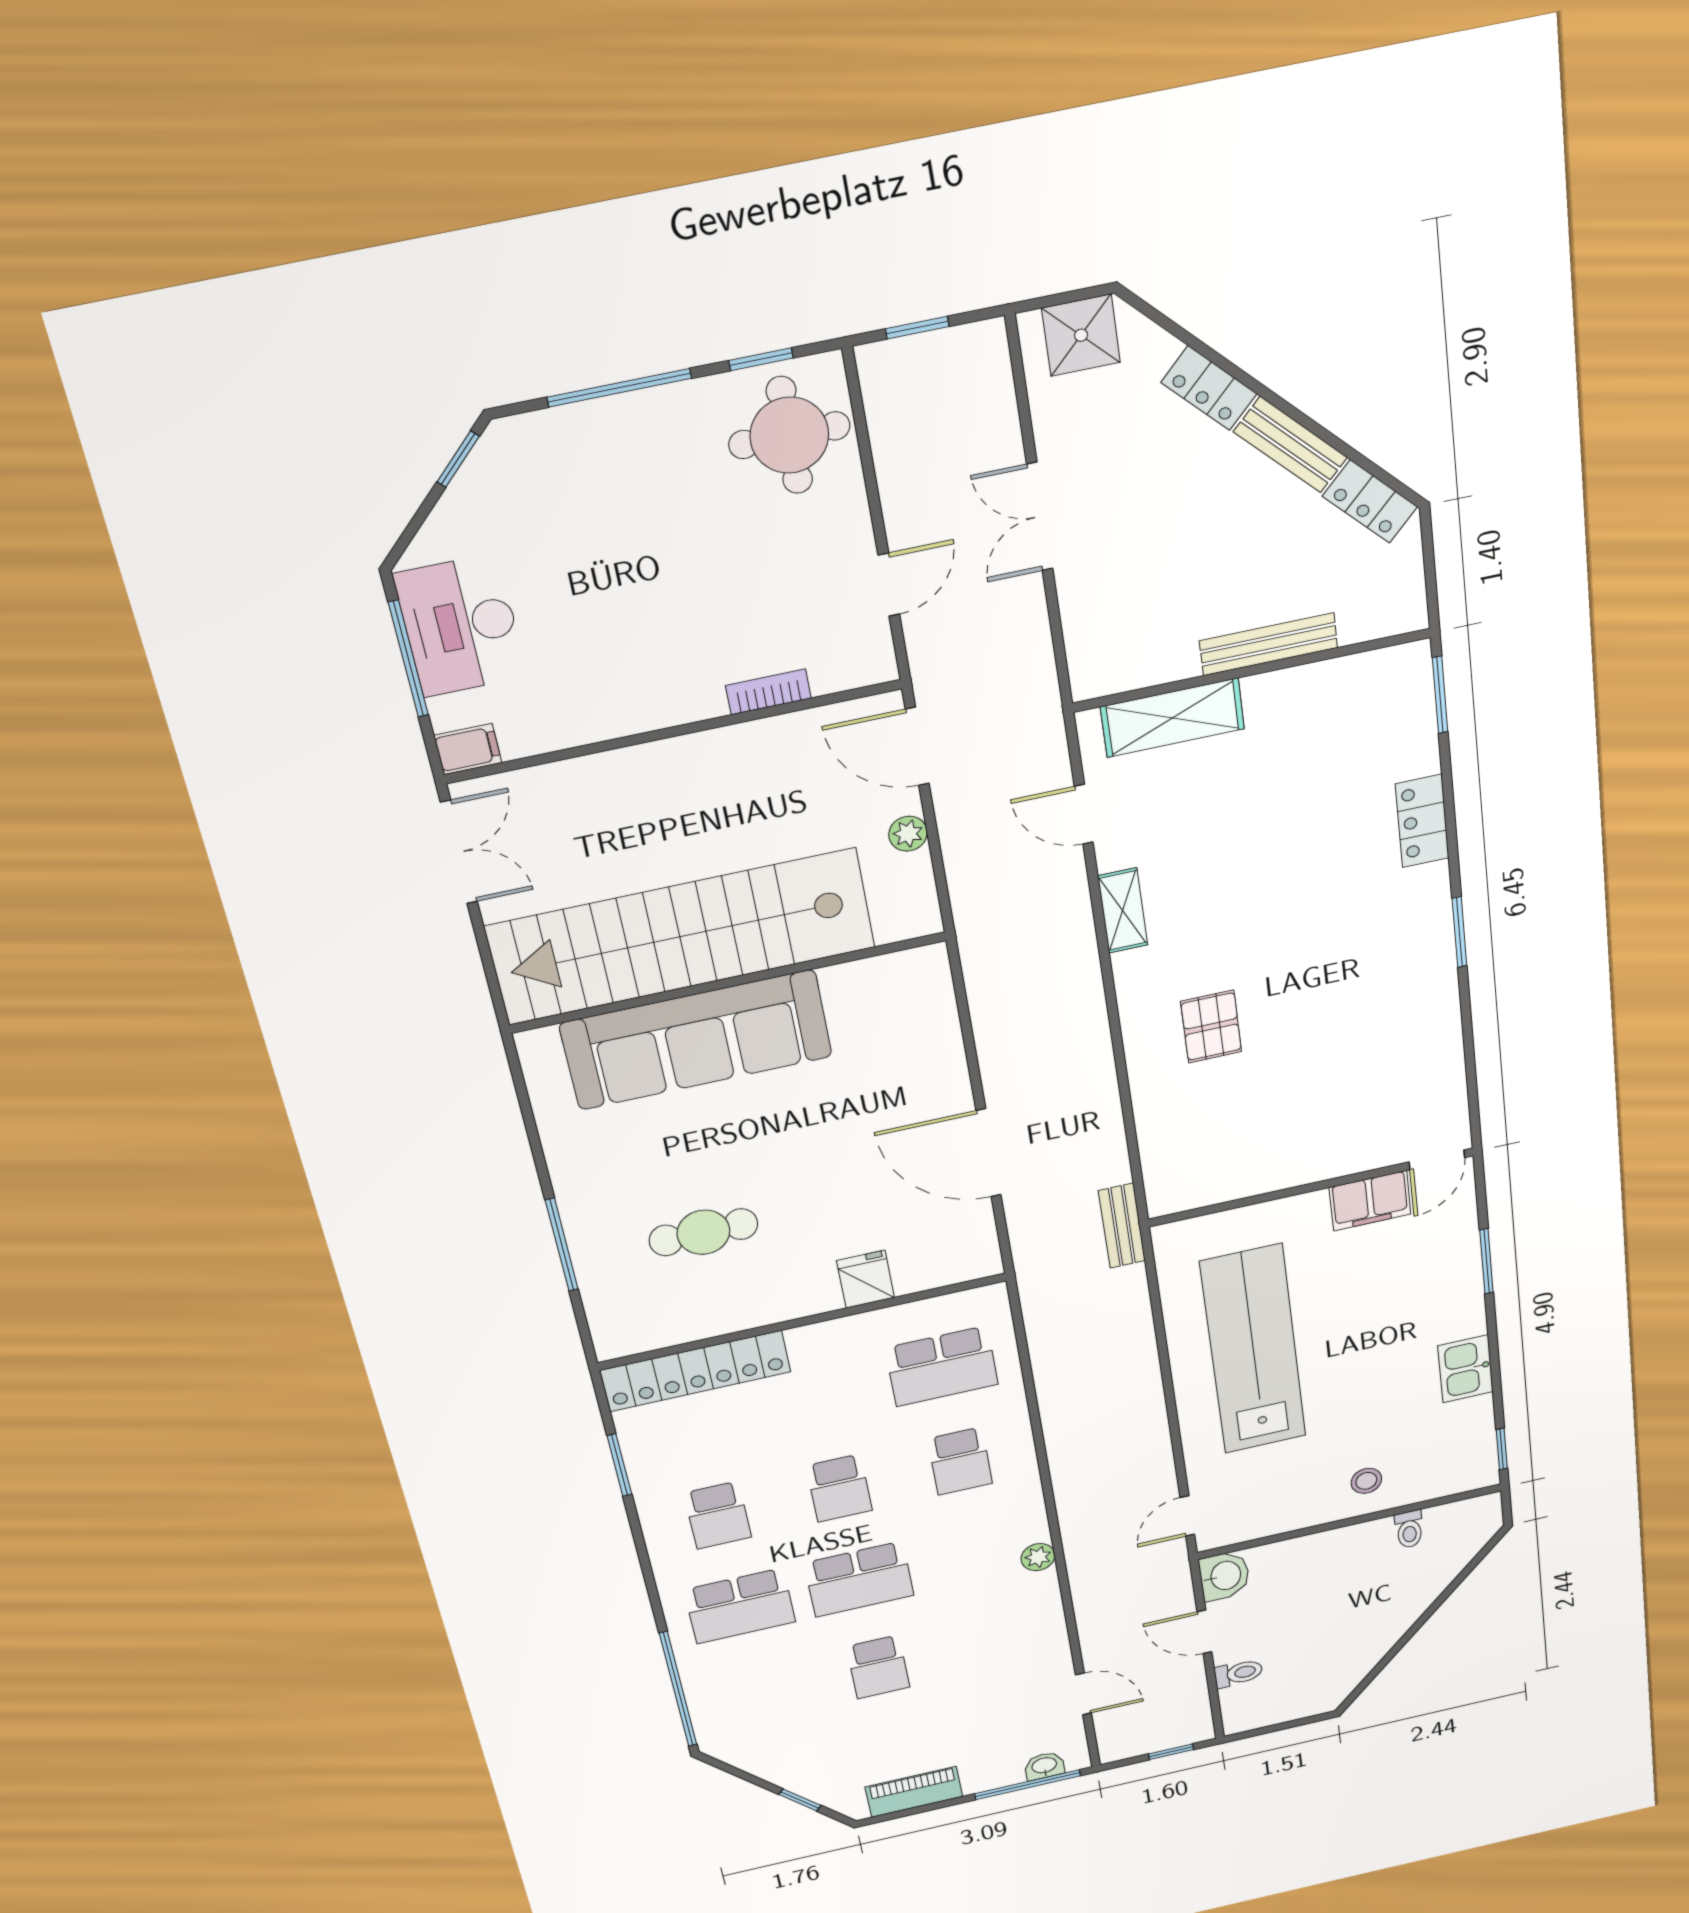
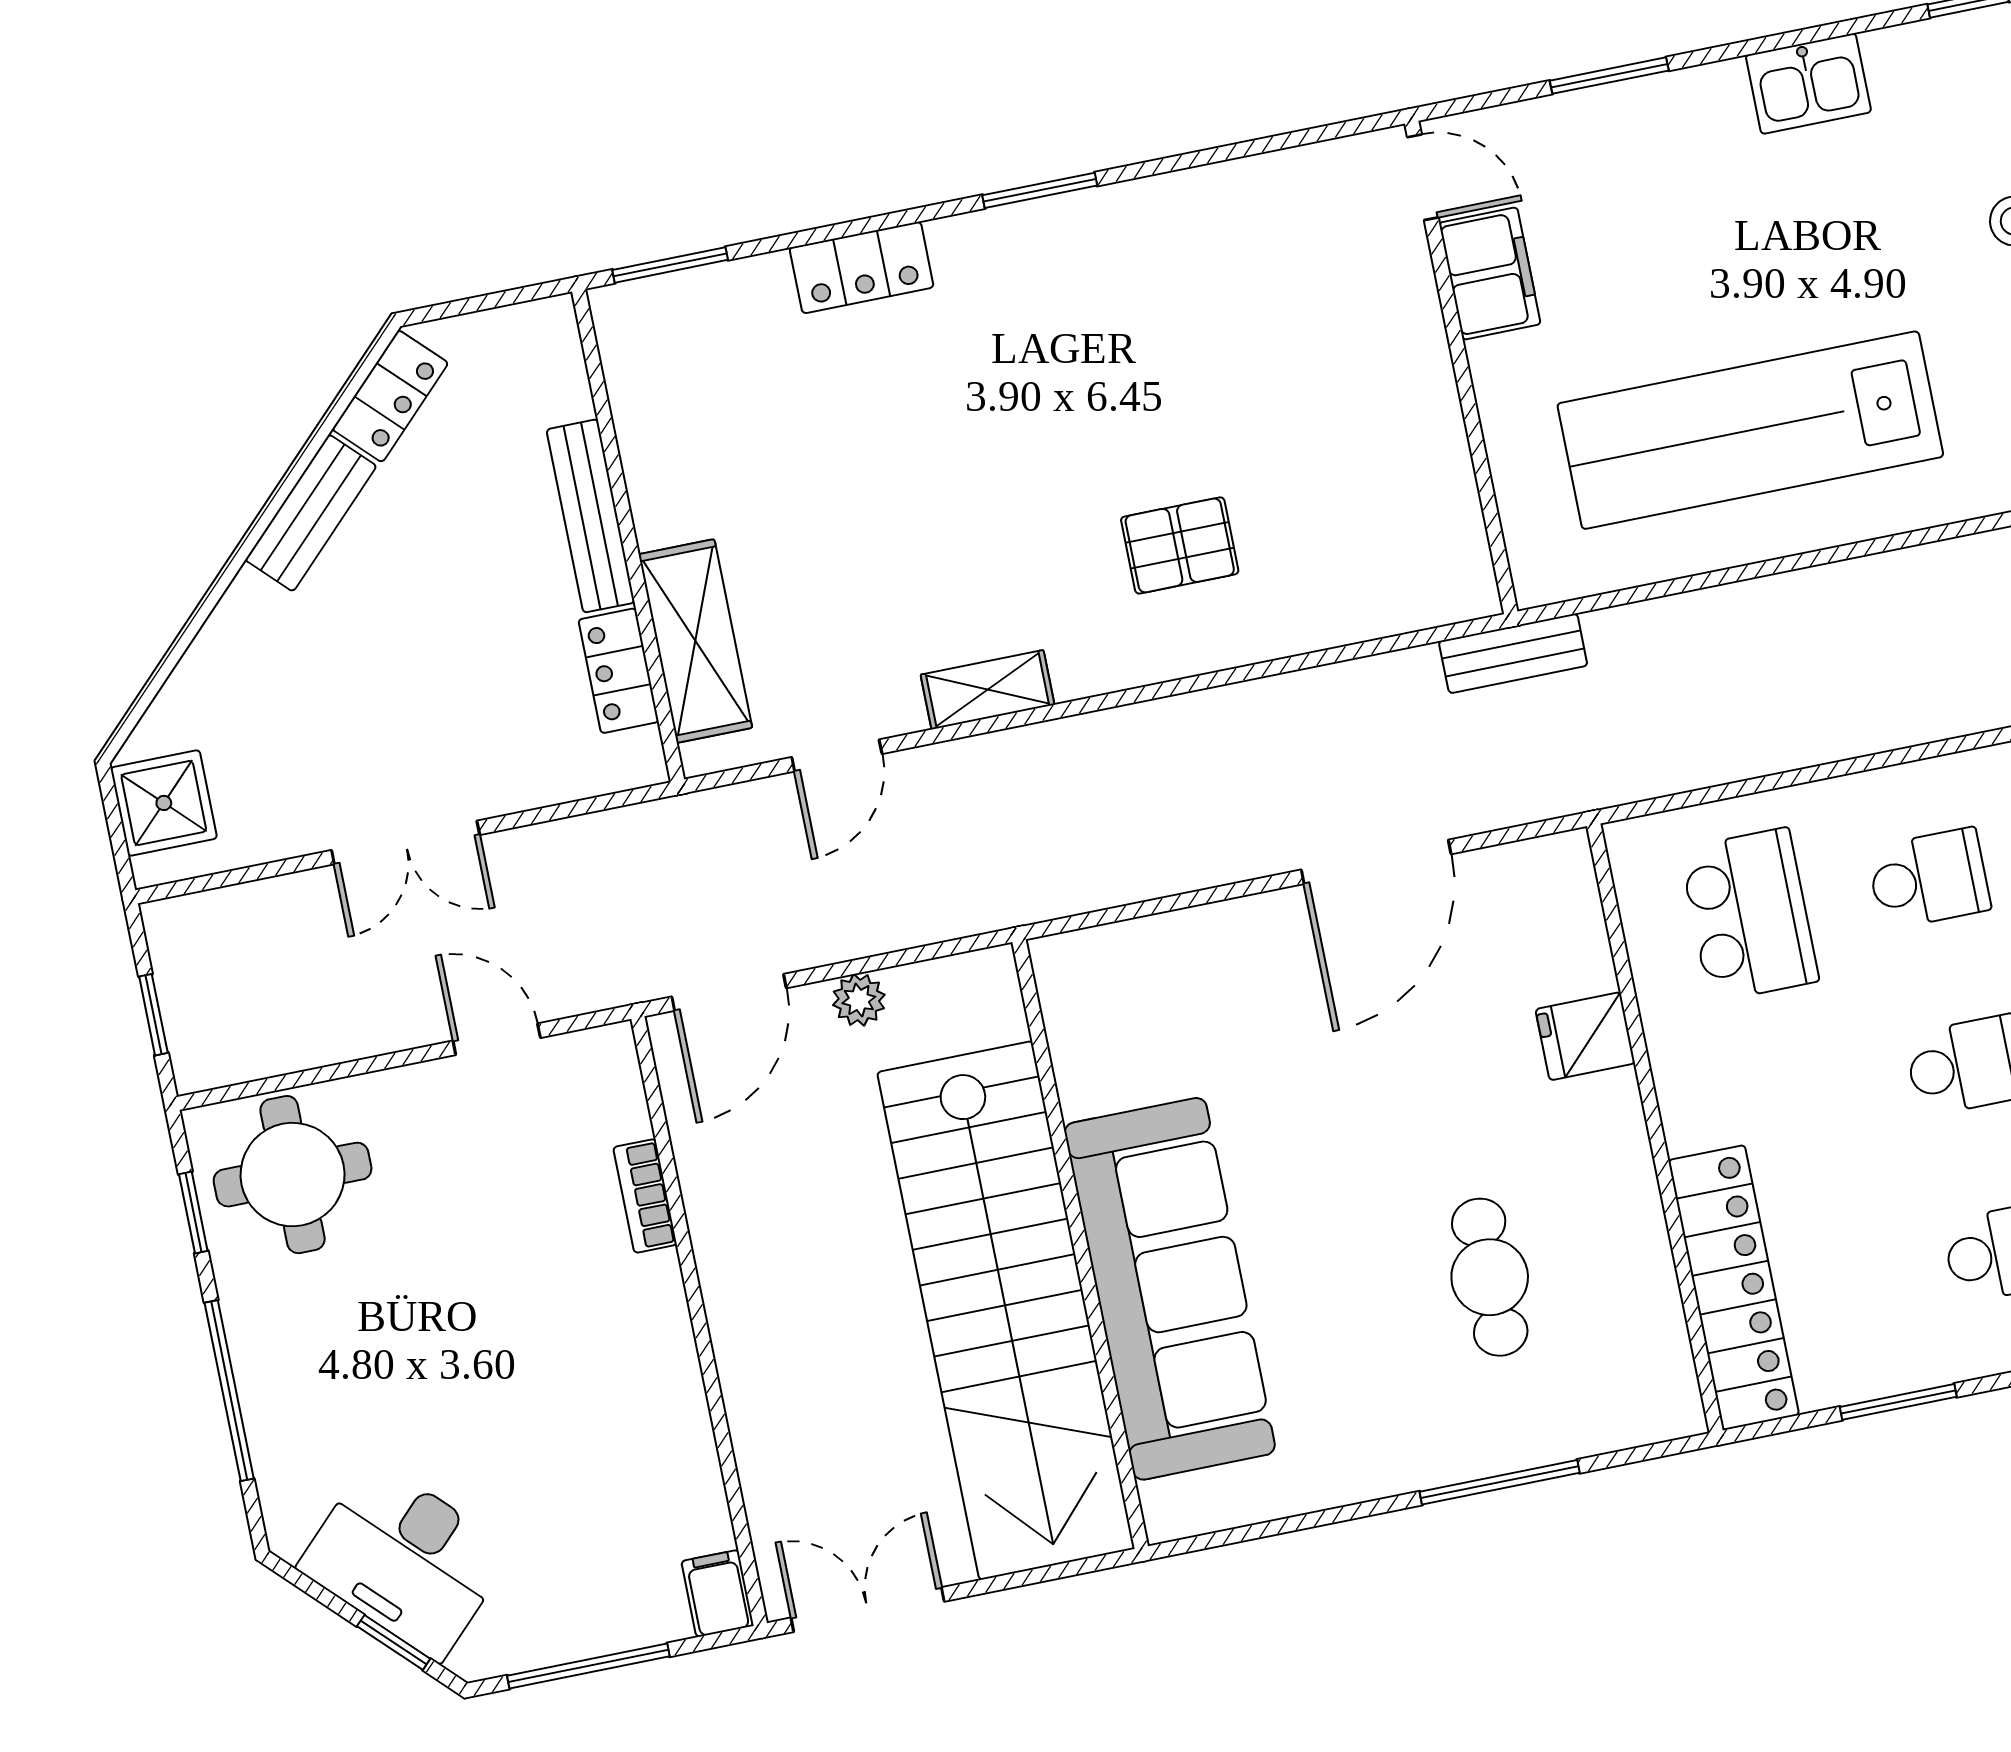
locker: (1209, 388) -> (619, 671), moved, turned 135
window: (458, 459) -> (394, 1643), moved
desk: (460, 626) -> (405, 1560), moved, turned 45

